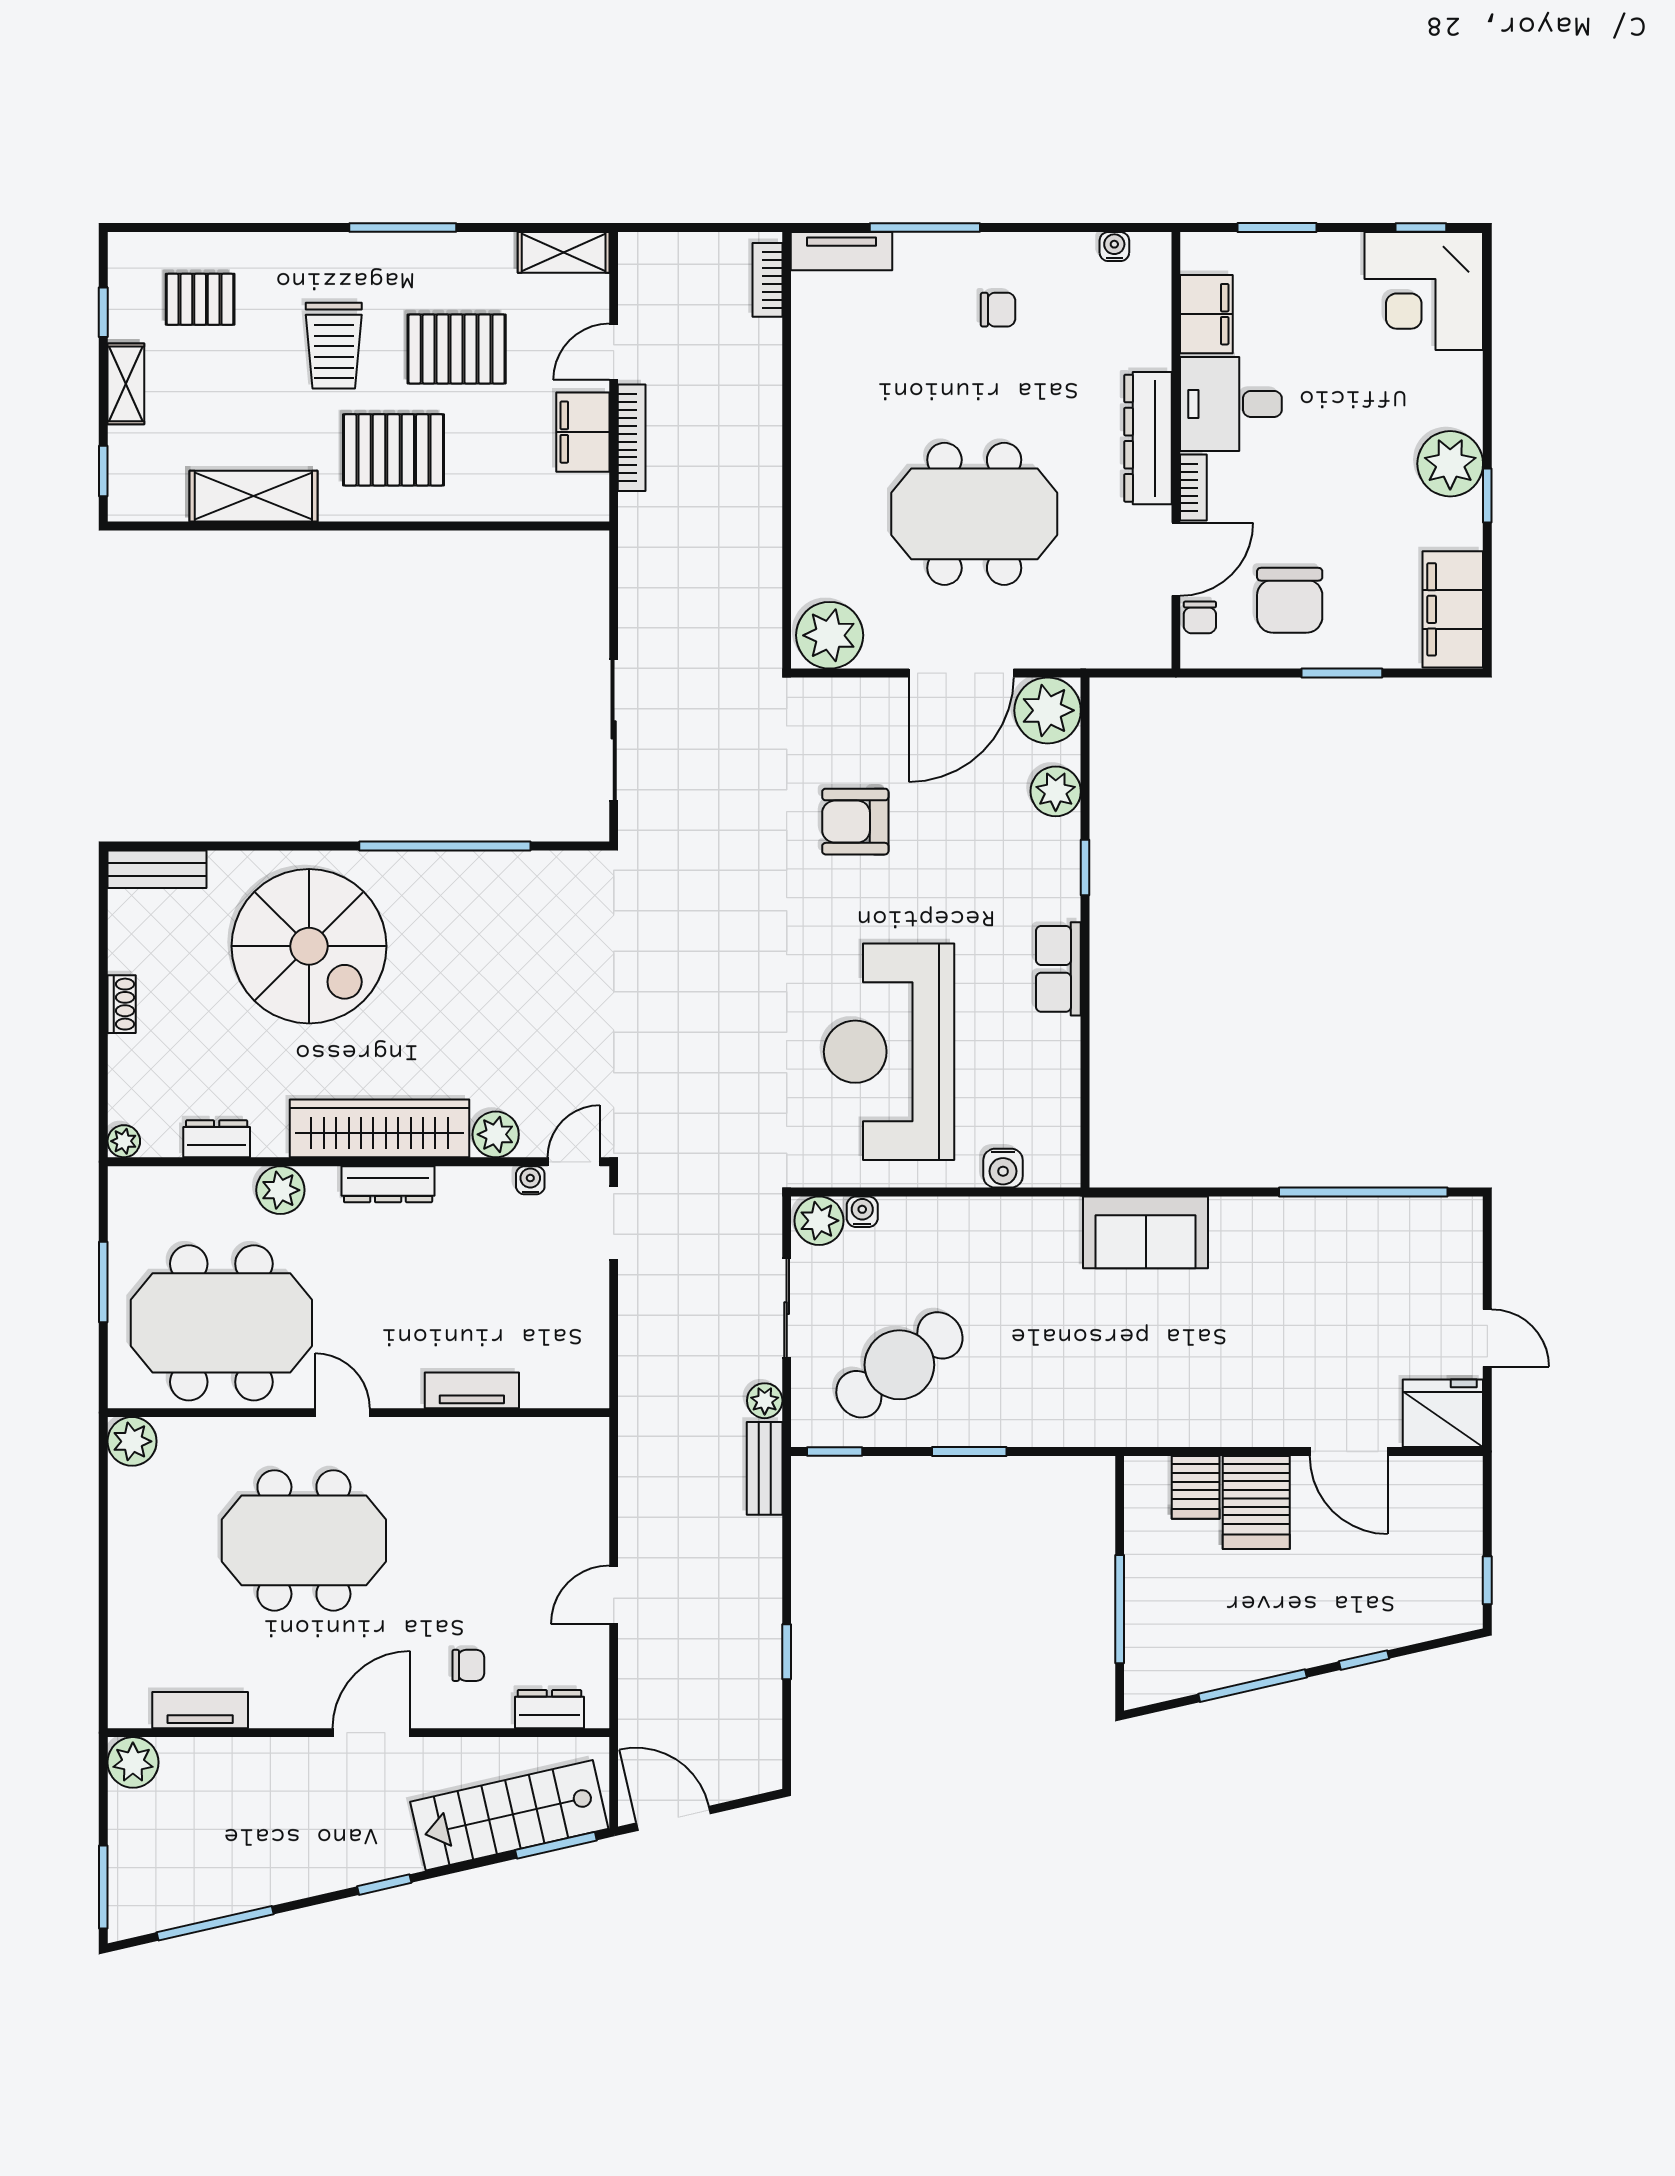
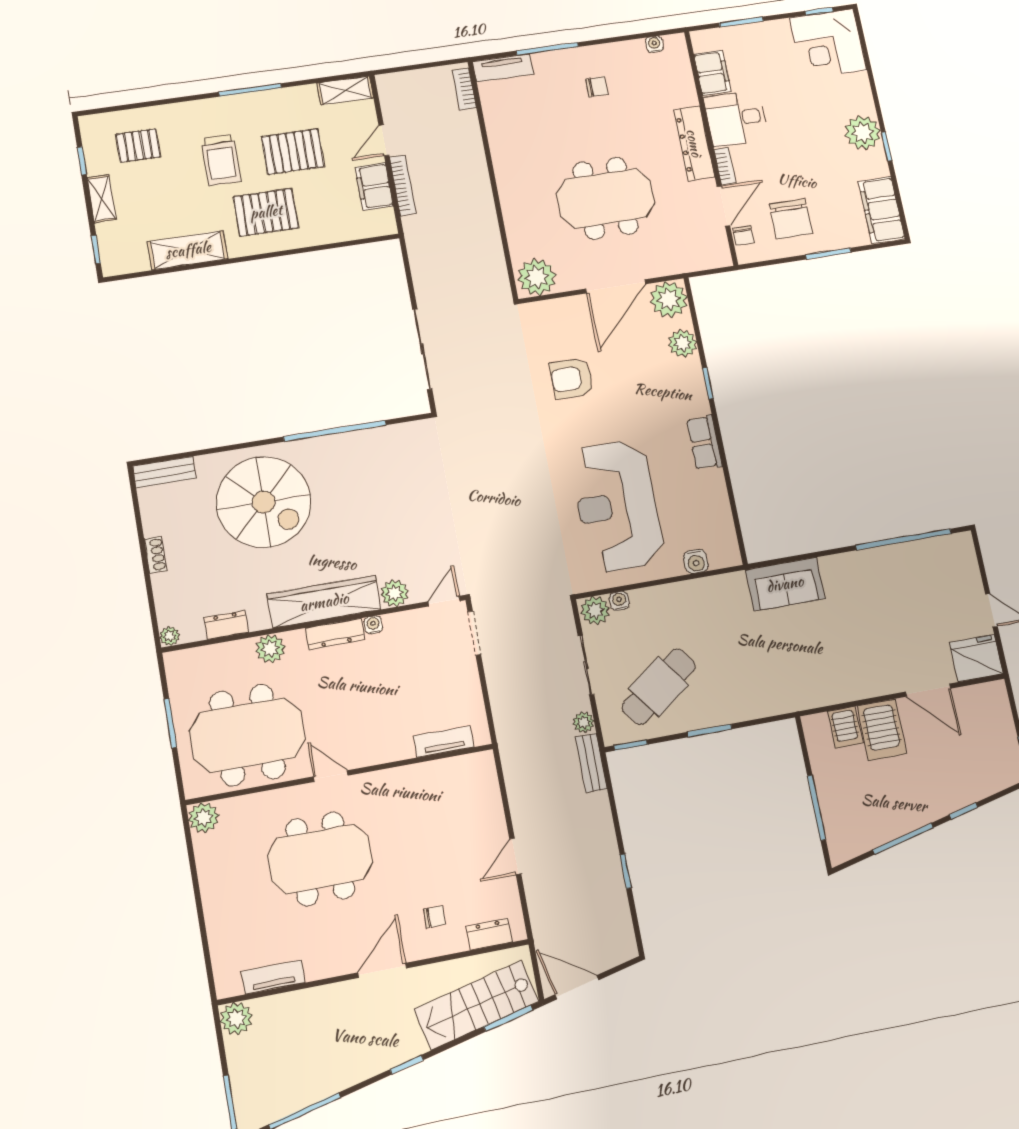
water cooler: (530, 1180) -> (373, 625), moved
tv unit: (472, 1390) -> (444, 741), moved

